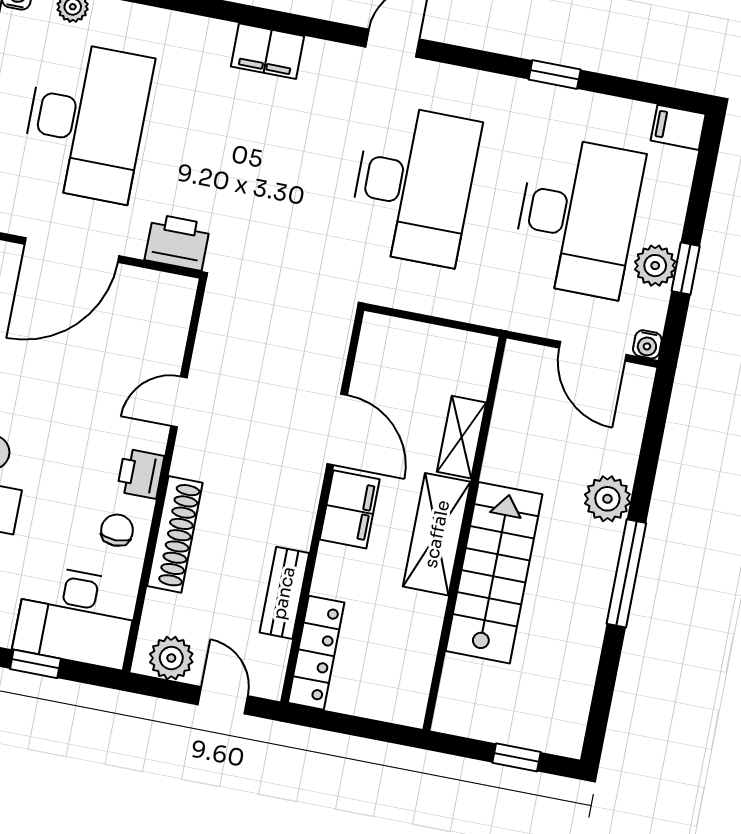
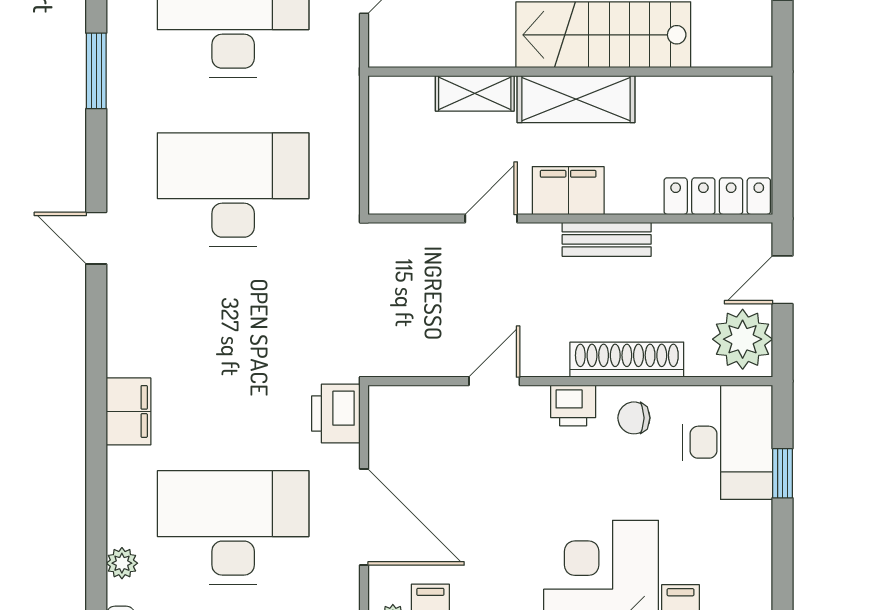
filing cabinet: (267, 51) -> (128, 411), moved
window: (555, 75) -> (96, 71), width x1.50
door: (179, 402) -> (494, 381), swing flipped
door: (337, 429) -> (491, 218), width x0.73
bench: (284, 593) -> (607, 239), moved
plant: (171, 658) -> (743, 339), width x1.36, depth x1.36

